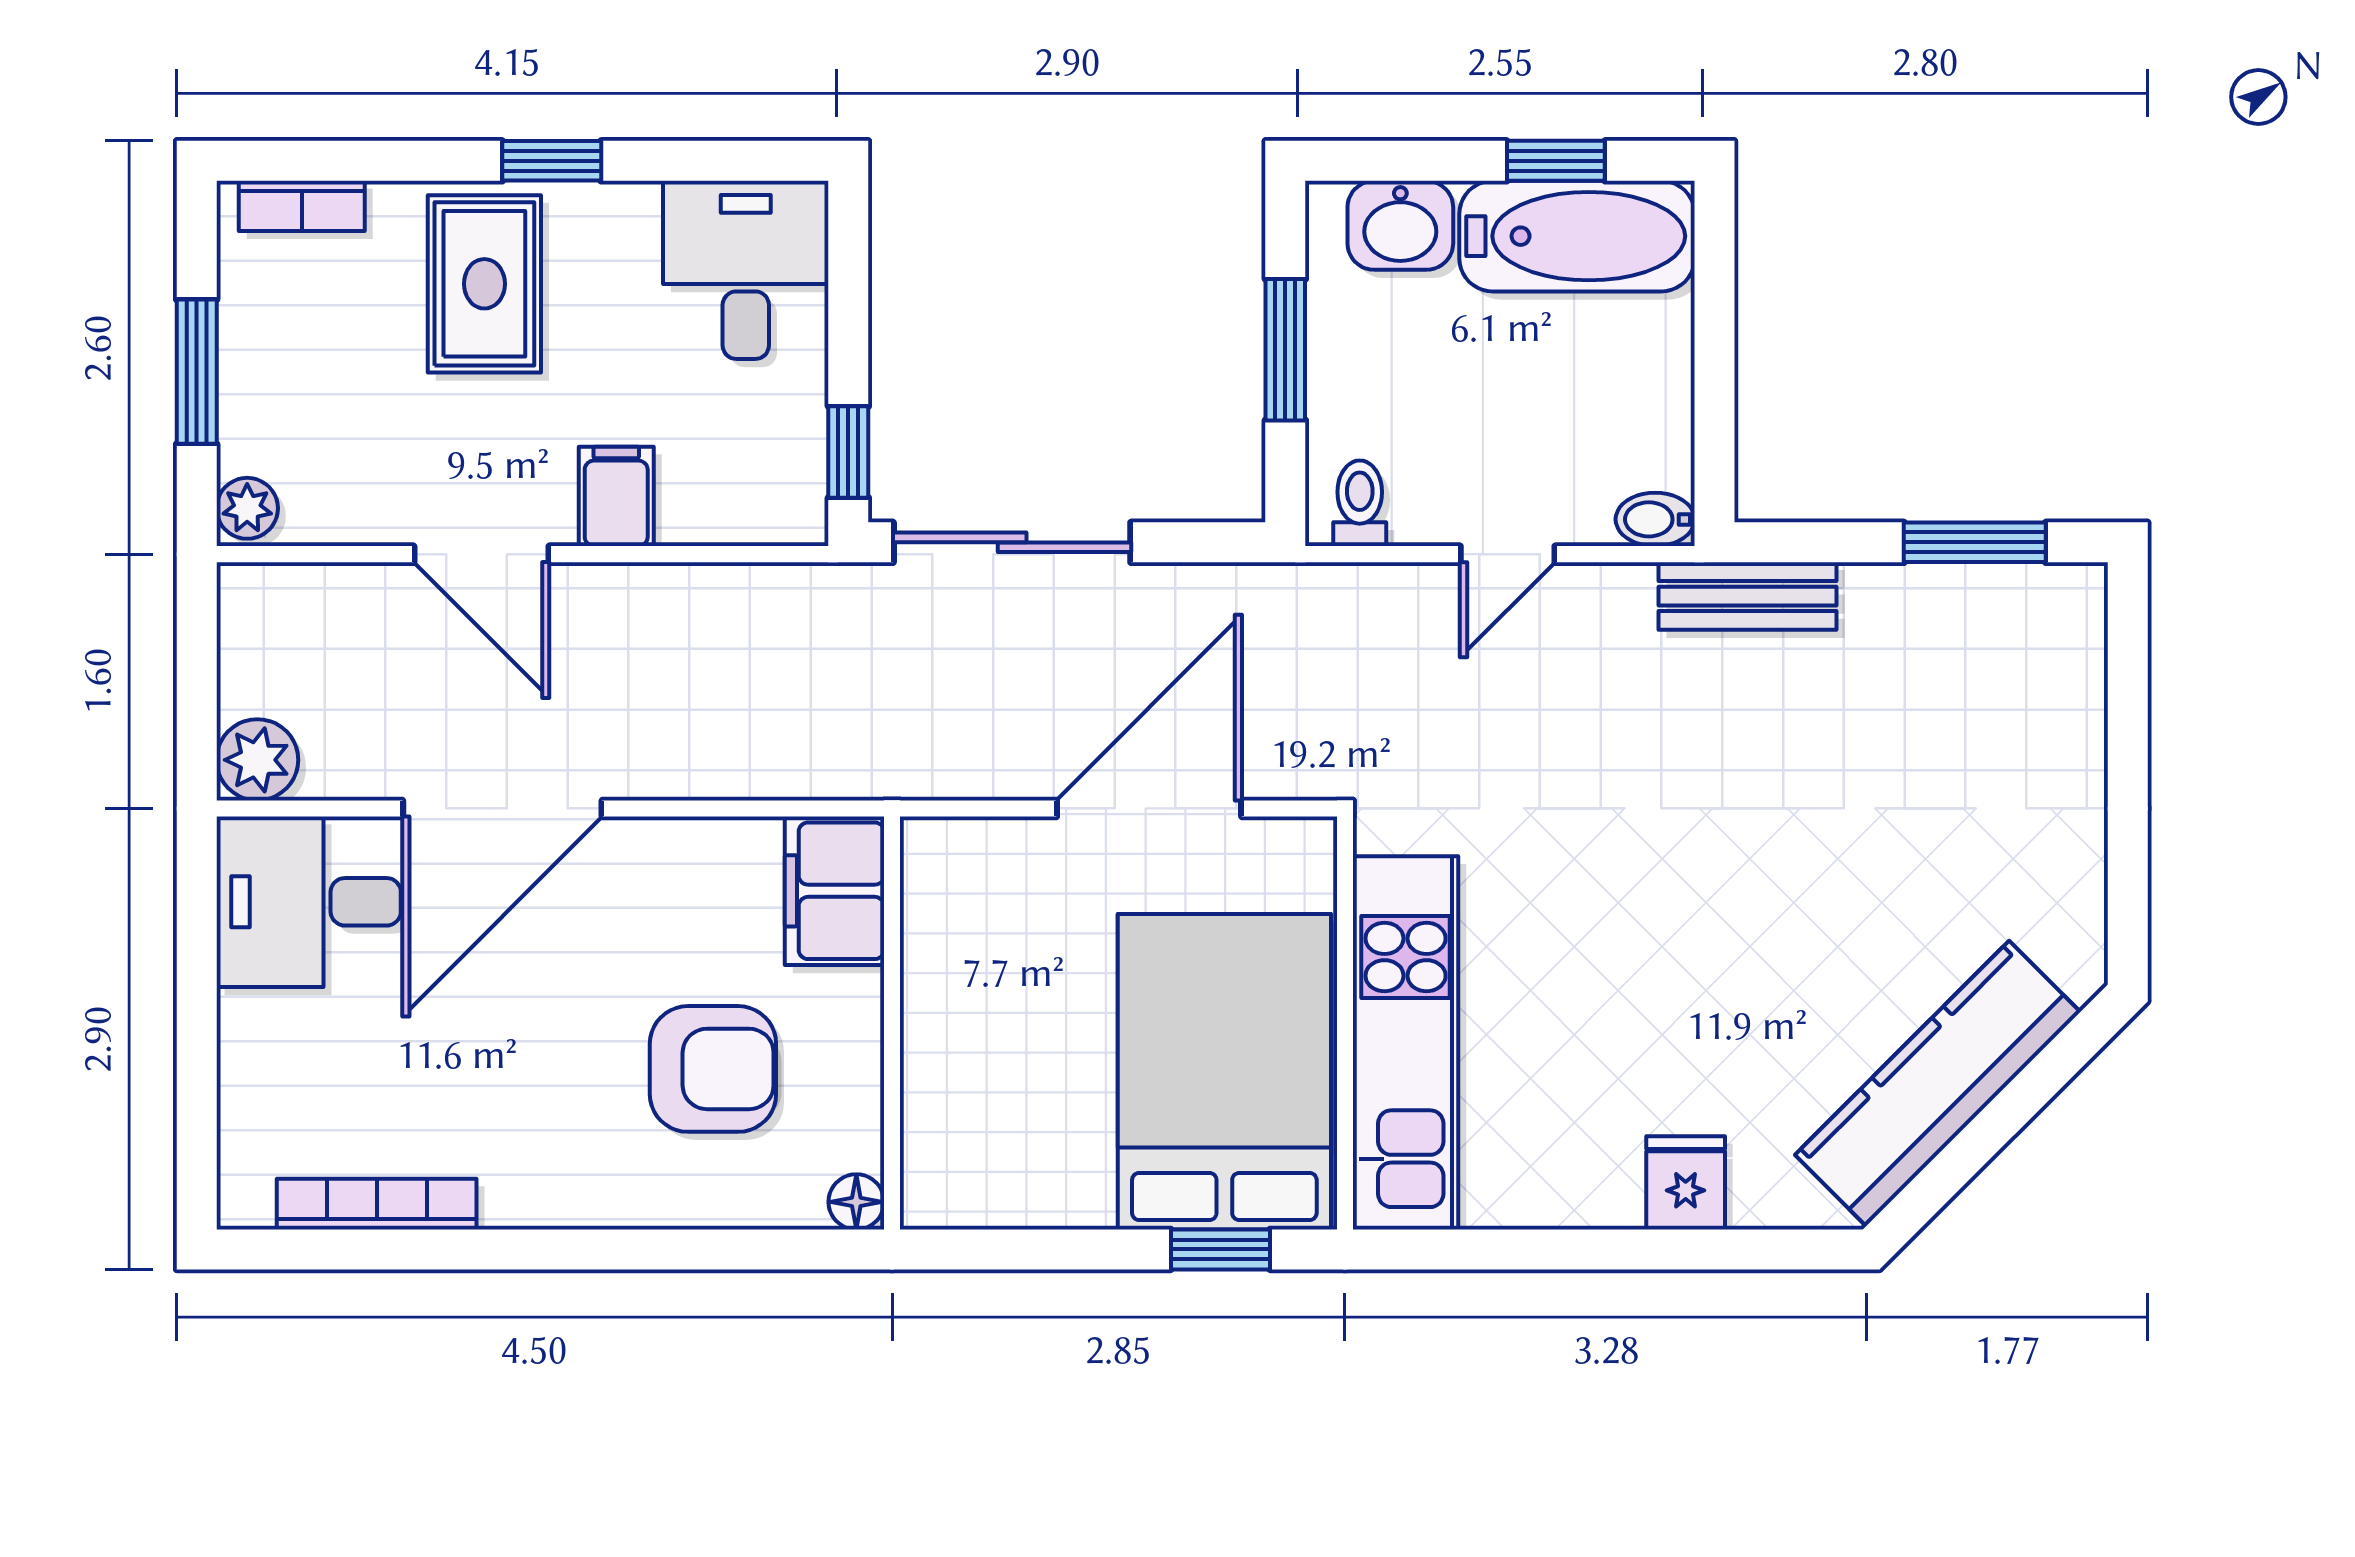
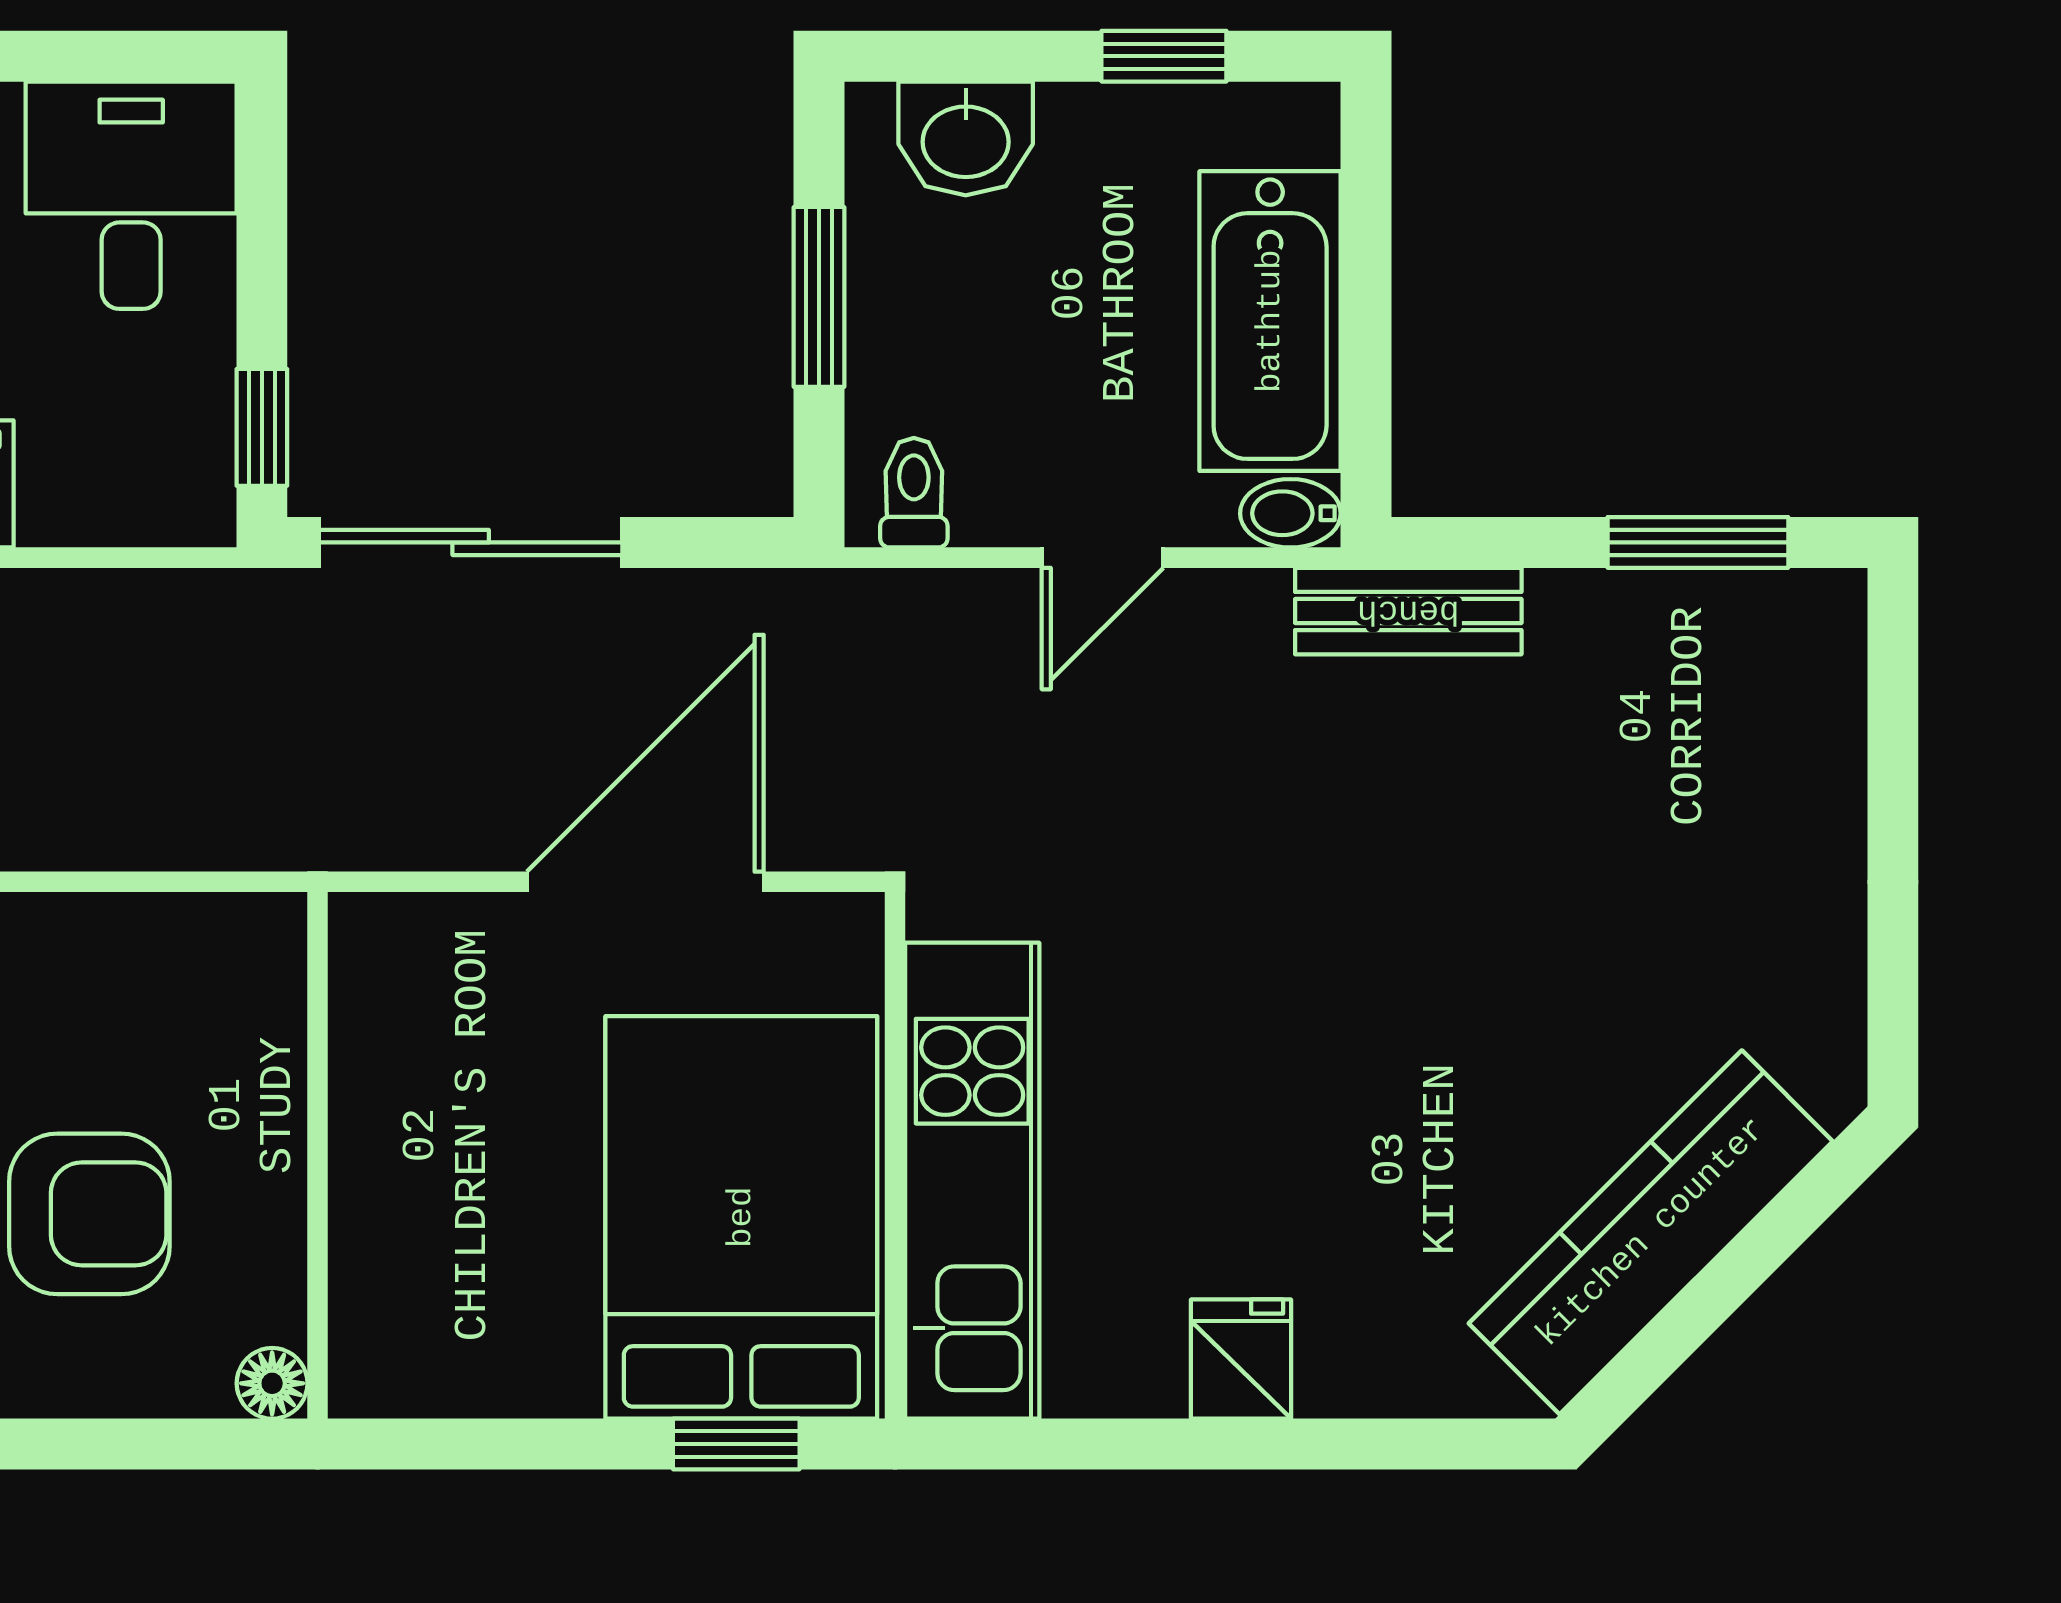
bathtub: (1577, 236) -> (1270, 321), moved, turned 90
filing cabinet: (834, 891) -> (244, 987), removed
fridge: (1686, 1183) -> (1241, 1359), moved

